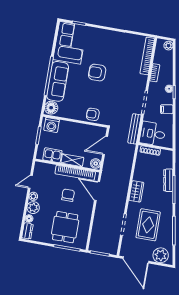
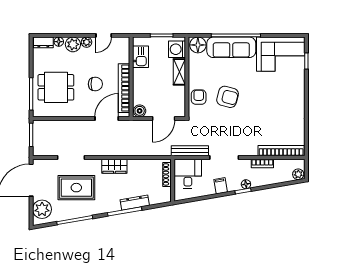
armchair: (97, 73) -> (228, 97), moved, turned 105
door: (105, 145) -> (164, 118), swing flipped
shelving: (72, 160) -> (179, 72), moved
door: (30, 182) -> (104, 35), swing flipped

